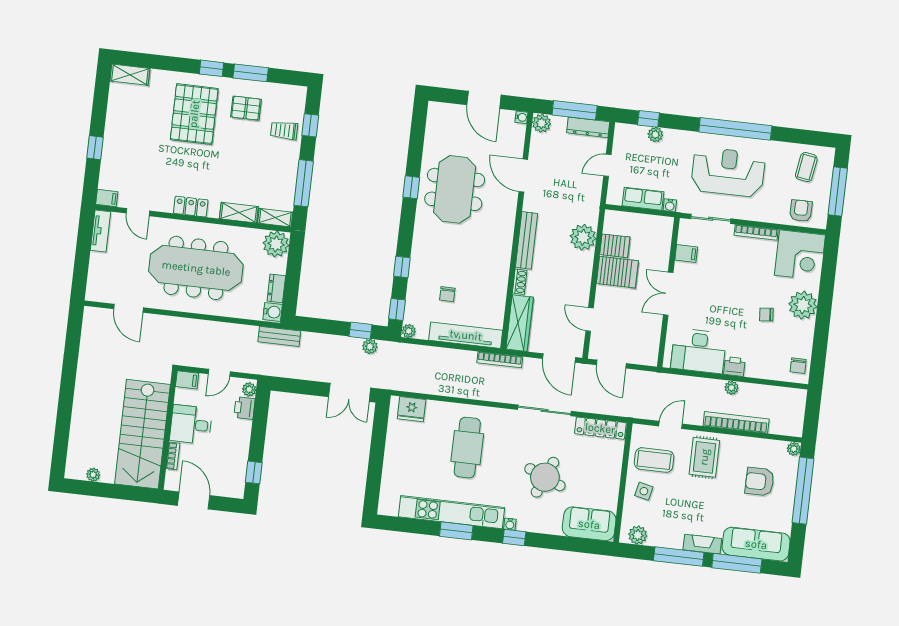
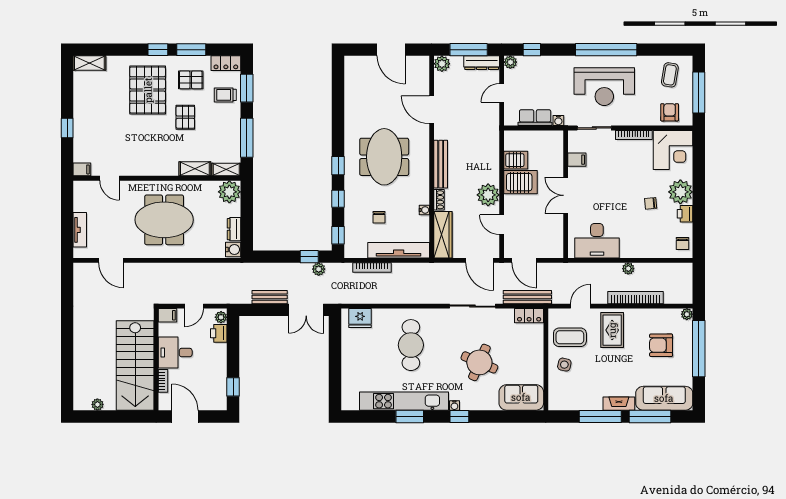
water cooler: (521, 117) -> (424, 210), moved
window: (310, 125) -> (247, 88), width x1.50
plant: (655, 135) -> (510, 62), moved
pallet: (235, 151) -> (185, 117), added
reception desk: (728, 172) -> (604, 87), turned 180
window: (411, 187) -> (338, 166), moved
meeting table: (455, 189) -> (384, 157), moved
locker: (191, 207) -> (226, 63), moved, turned 180
tv unit: (100, 231) -> (80, 230), moved
plant: (583, 237) -> (488, 195), moved
meeting table: (196, 268) -> (164, 220), width x0.73
plant: (409, 331) -> (350, 252), removed
bench: (279, 336) -> (270, 297), moved
bookcase: (500, 360) -> (372, 268), moved
printer: (734, 367) -> (685, 214), moved, turned -90
bench: (610, 407) -> (527, 297), added
locker: (600, 428) -> (529, 316), width x0.66
plant: (638, 535) -> (563, 402), removed

